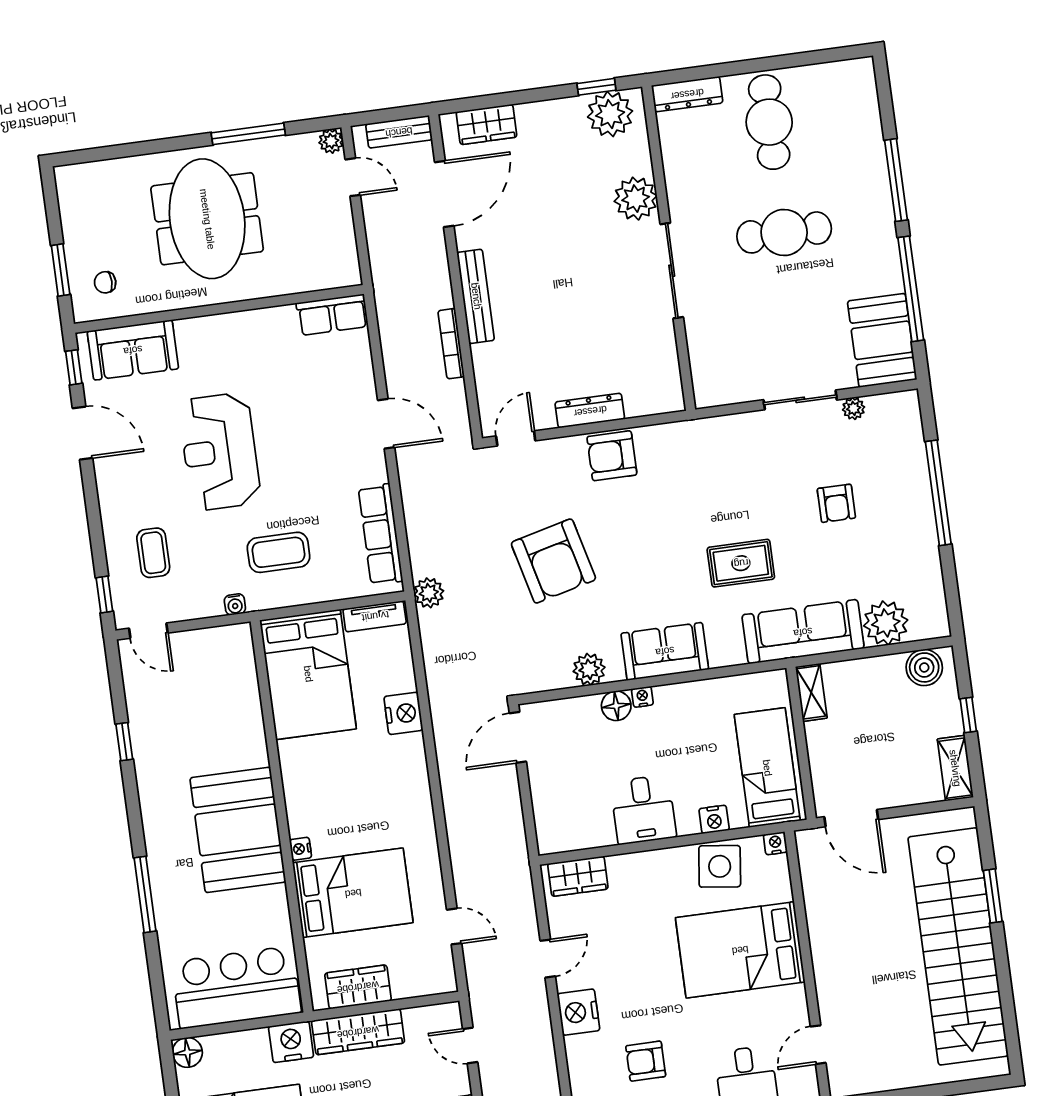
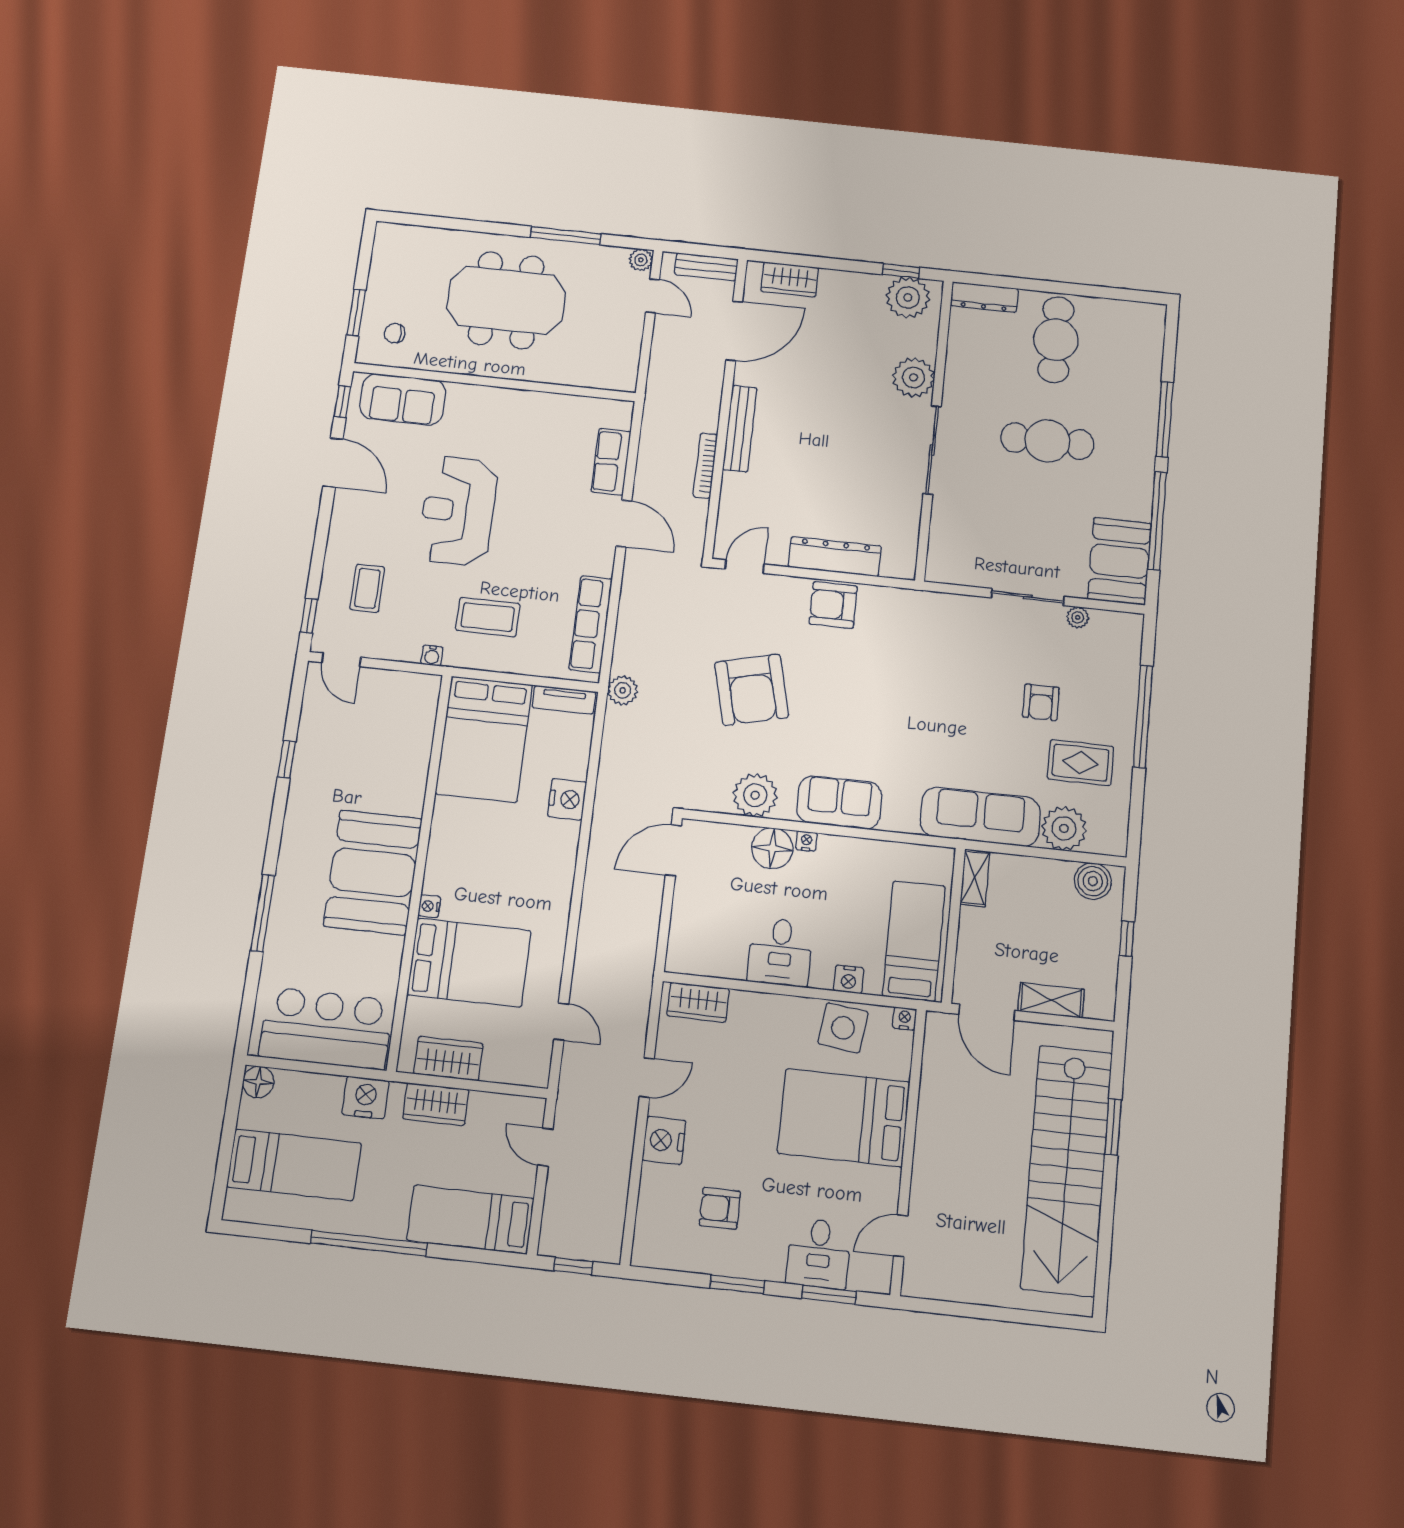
meeting table: (207, 219) -> (506, 300), turned 90
row of seats: (332, 315) -> (611, 462), moved, turned 90
dresser: (590, 411) -> (835, 557), width x1.37, depth x1.24
rug: (741, 563) -> (1080, 763), moved
plant: (589, 669) -> (755, 795), width x1.36, depth x1.36
floor lamp: (616, 706) -> (772, 848), width x1.38, depth x1.38
shelving: (955, 768) -> (1051, 1000), moved, turned 90
wardrobe: (358, 1032) -> (436, 1104), width x0.67

